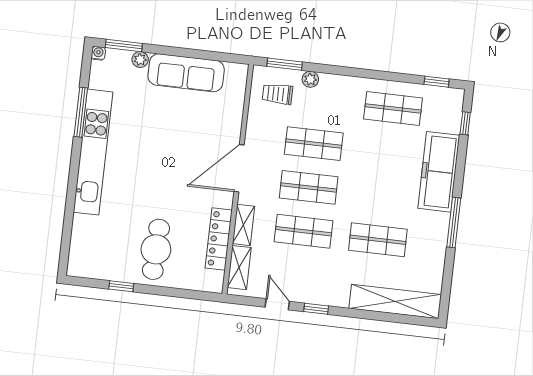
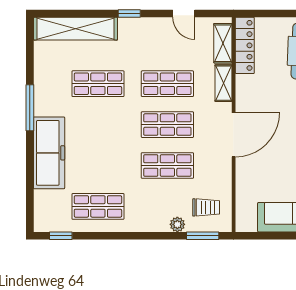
window: (465, 123) -> (30, 200), removed
locker: (219, 239) -> (245, 45), moved
window: (316, 309) -> (129, 13), moved

